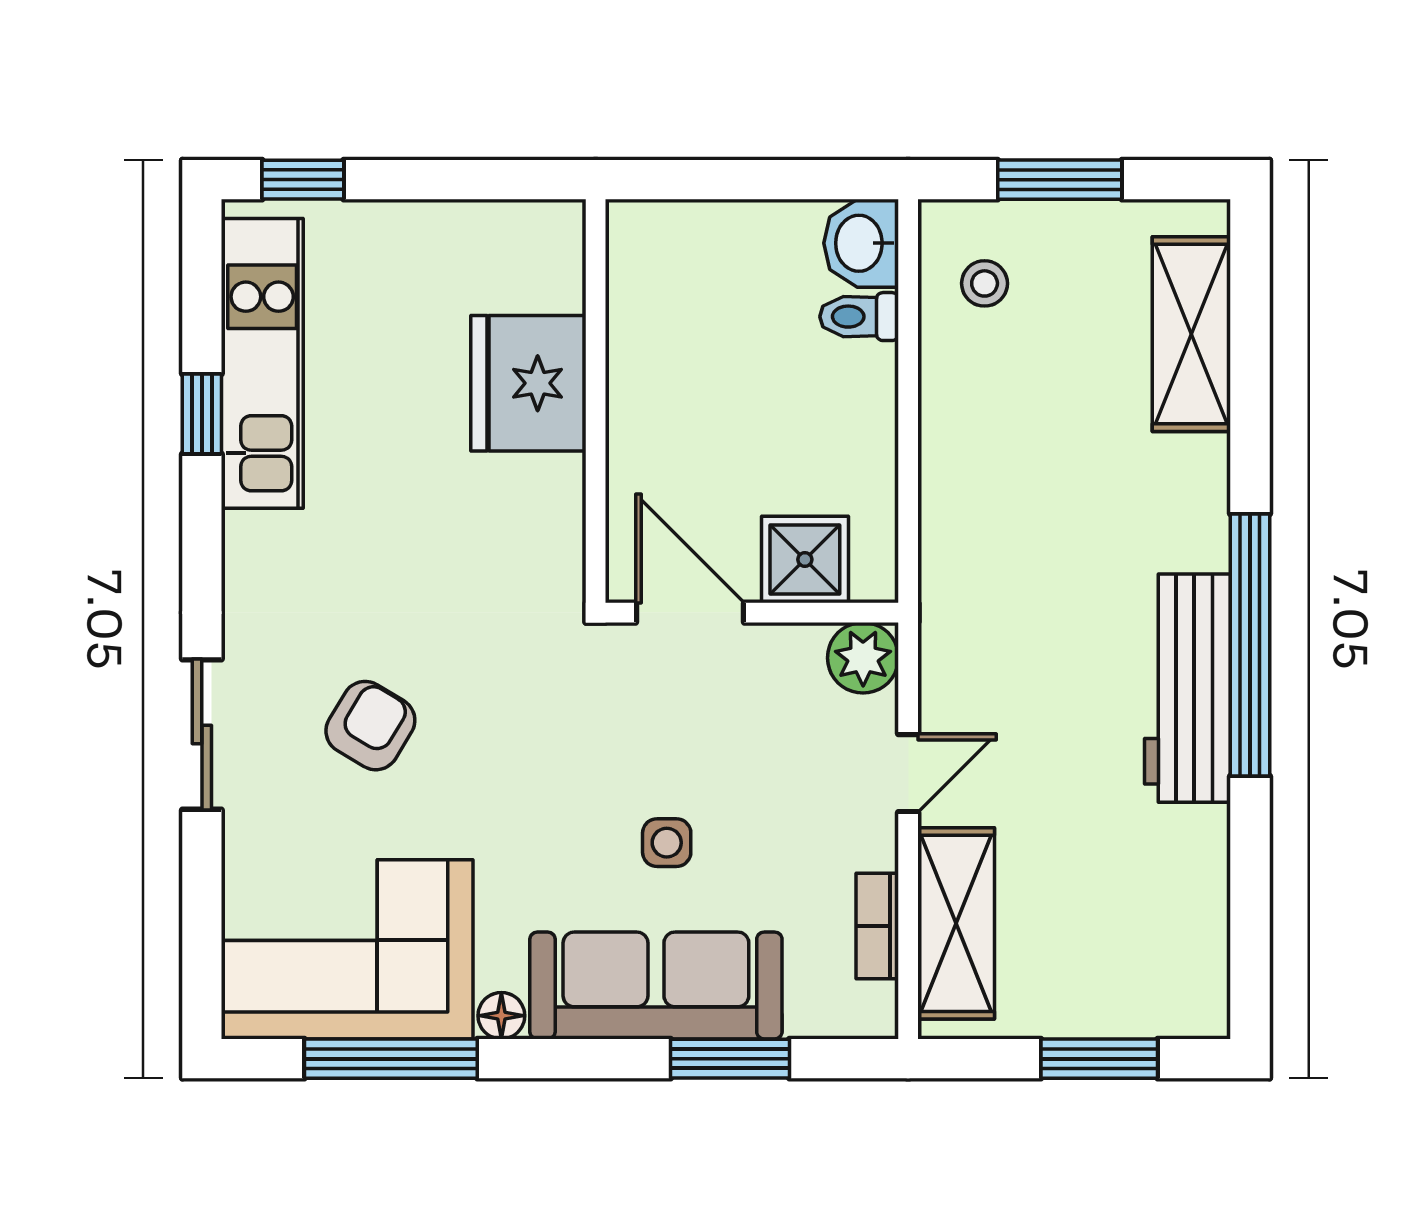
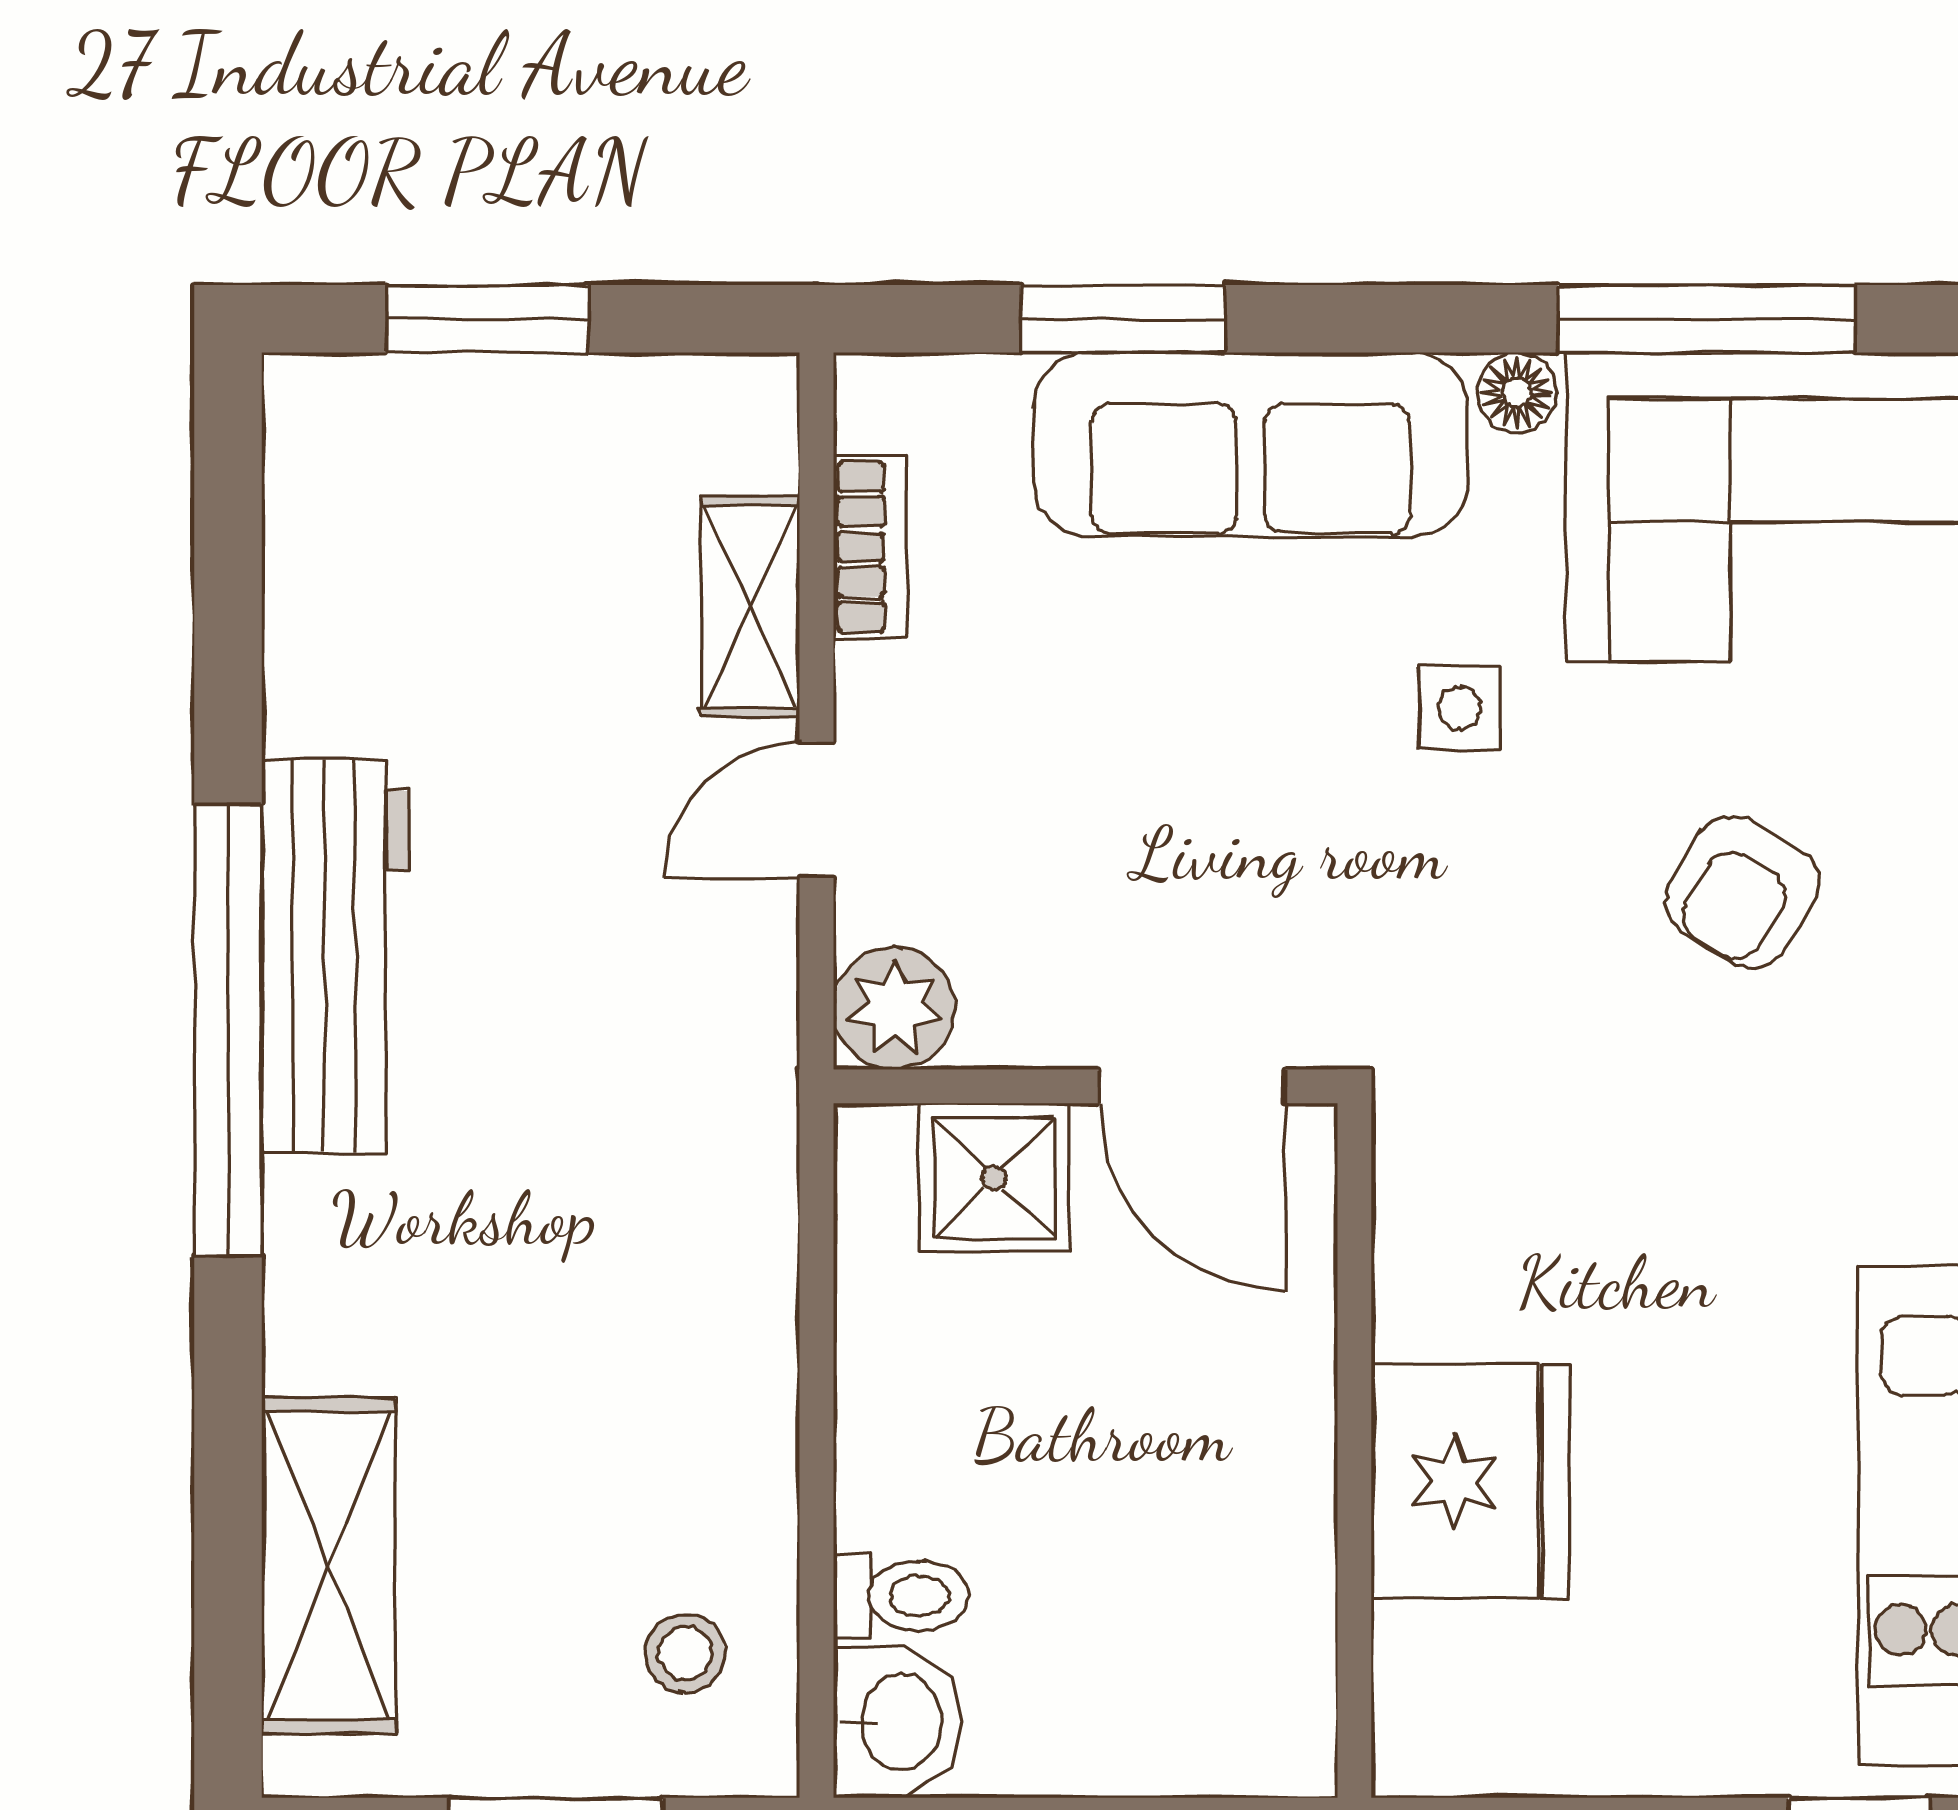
side table: (667, 843) -> (1460, 708), moved
shelving: (956, 923) -> (750, 606), width x0.67, depth x0.75

